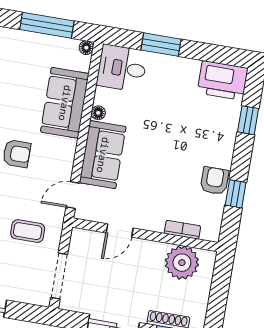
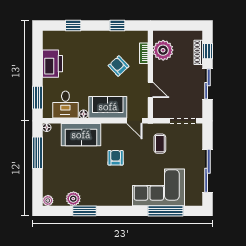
window: (161, 45) -> (37, 98), moved
desk: (122, 68) -> (65, 105), moved
printer: (223, 81) -> (52, 64), moved
armchair: (215, 181) -> (118, 66), moved, turned 47

